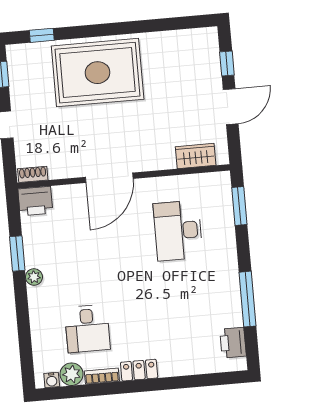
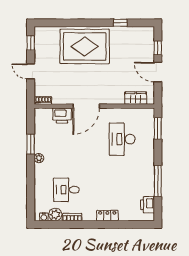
window: (42, 35) -> (120, 23), moved
door: (231, 107) -> (158, 72), swing flipped
printer: (35, 201) -> (62, 116), moved
desk: (87, 329) -> (66, 190), turned 90
locker: (139, 370) -> (107, 216), moved

